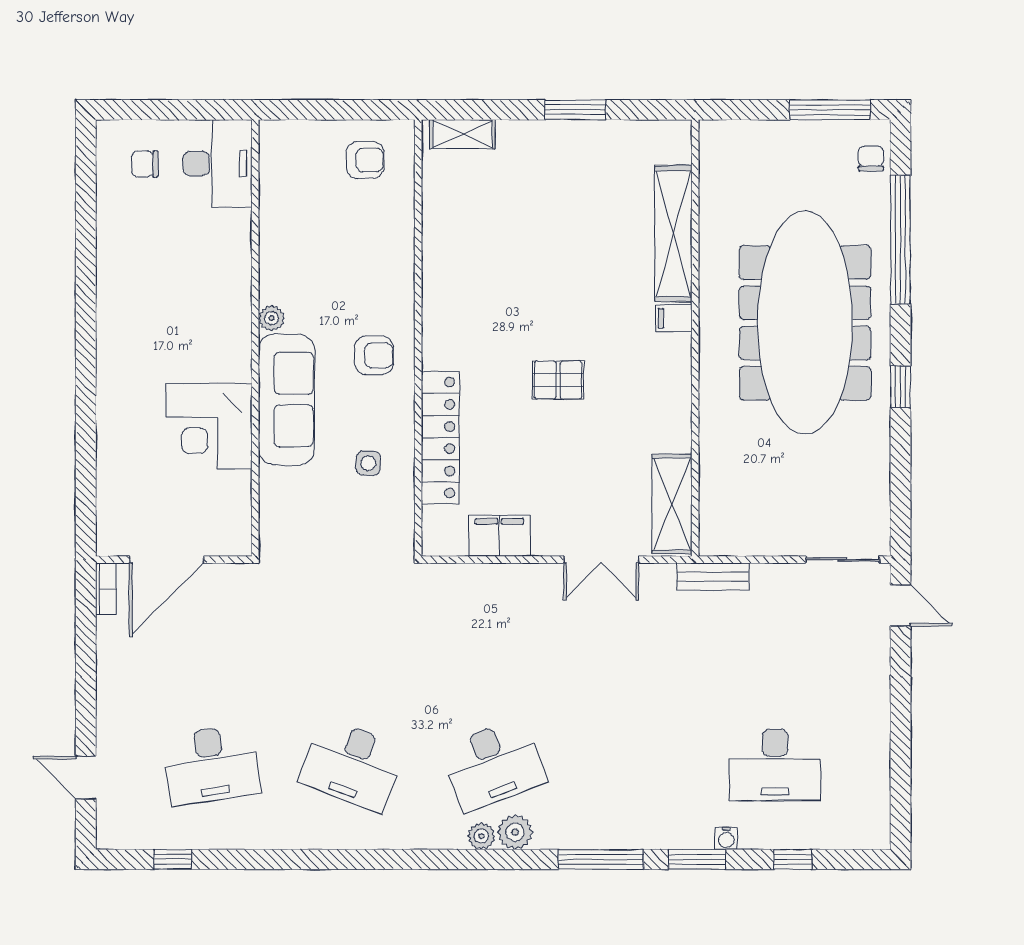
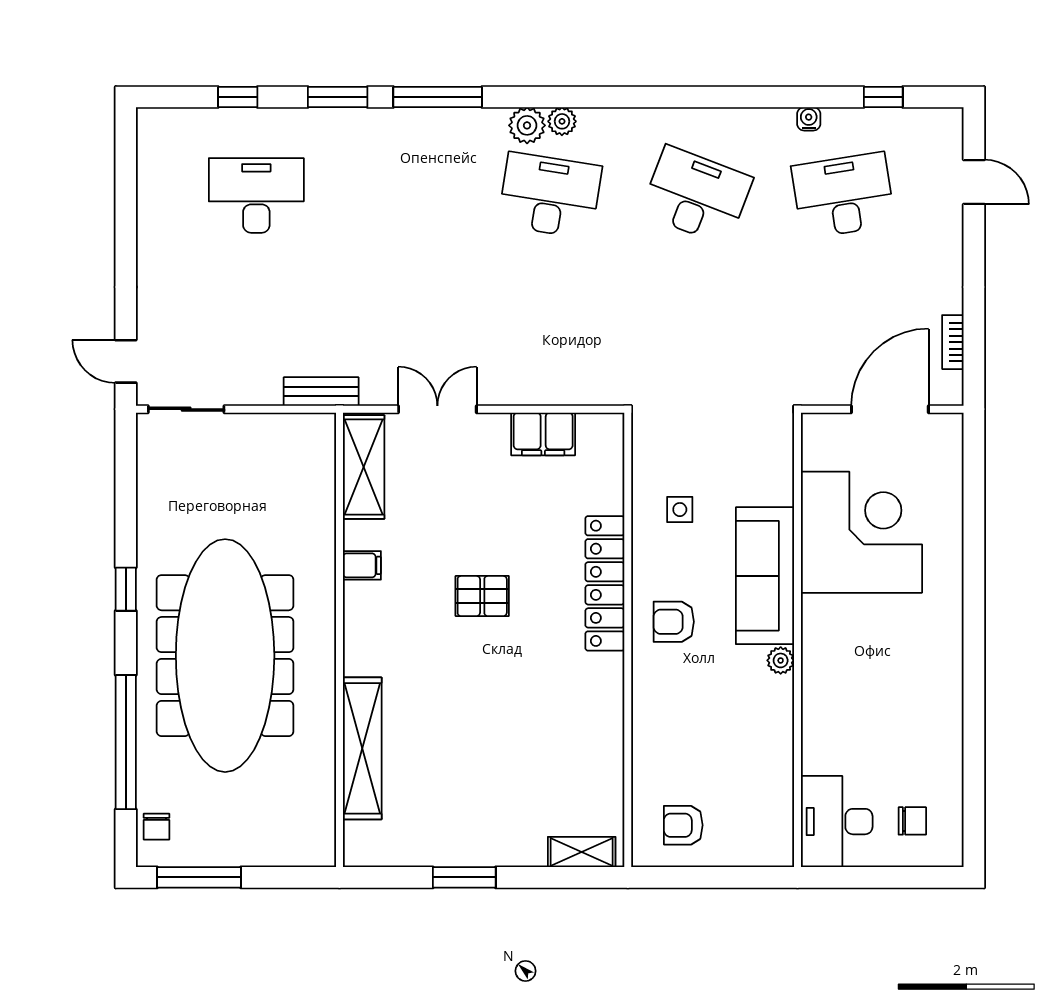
filing cabinet: (674, 318) -> (362, 565), moved
corner desk: (209, 426) -> (861, 532), width x1.36, depth x1.36
locker: (440, 438) -> (605, 583), moved
bookcase: (106, 589) -> (953, 342), moved
desk: (493, 765) -> (550, 195), turned 30
water cooler: (726, 838) -> (809, 119), moved

